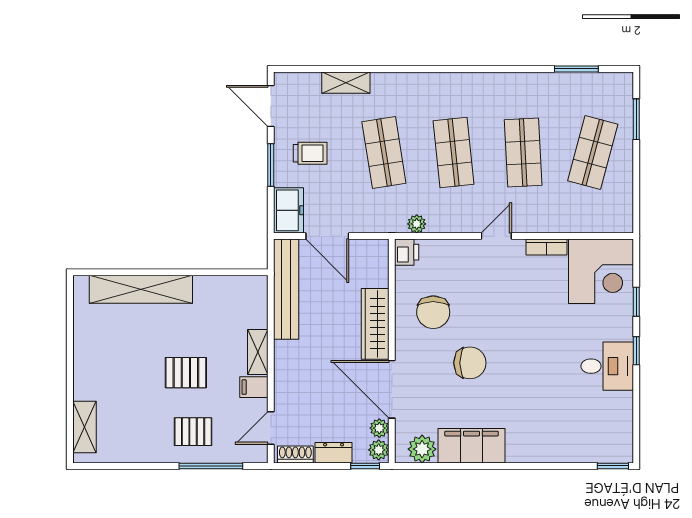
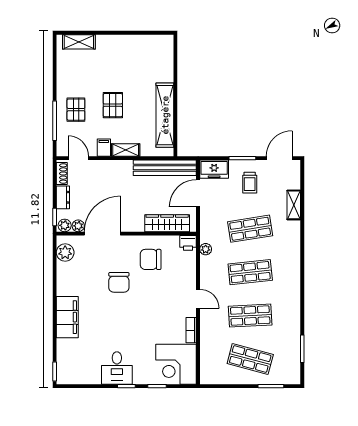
shelving: (141, 289) -> (165, 115), moved
wardrobe: (375, 324) -> (167, 223), moved
filing cabinet: (471, 446) -> (67, 317), moved

